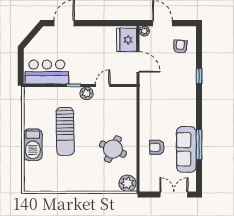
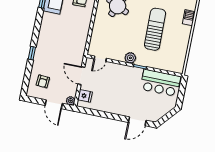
fridge: (127, 40) -> (85, 96), width x0.53, depth x0.75
door: (103, 85) -> (100, 59), moved
barbecue: (33, 145) -> (189, 18), width x0.53, depth x0.65

